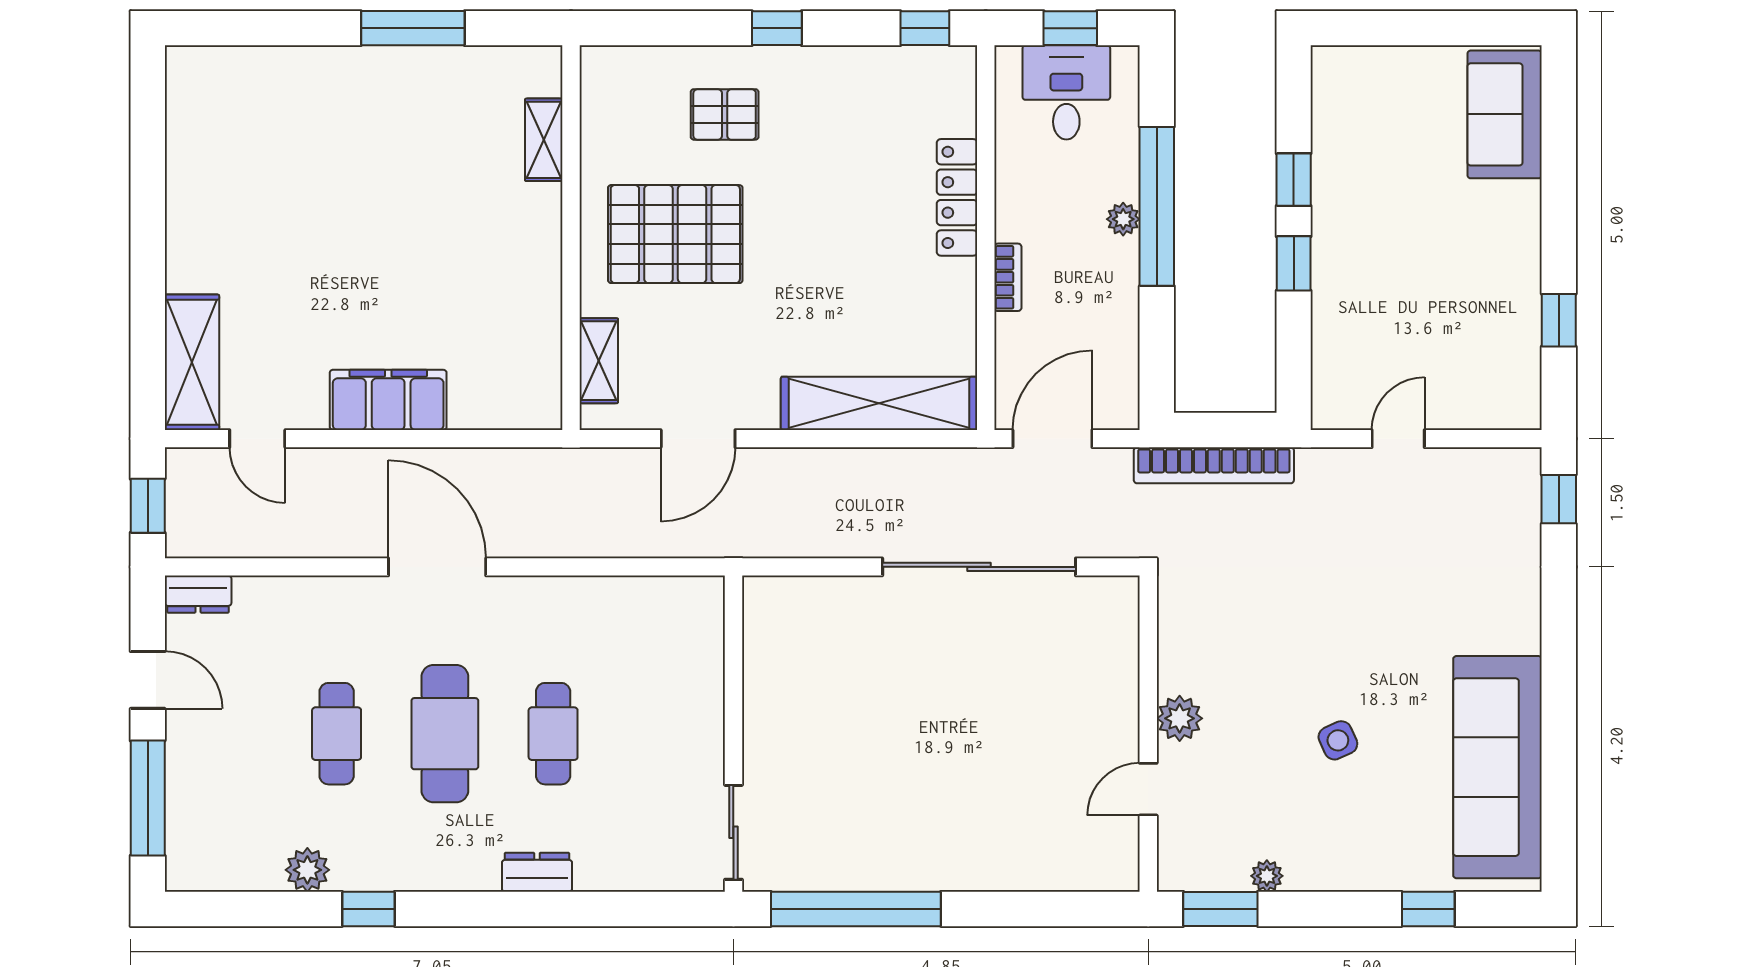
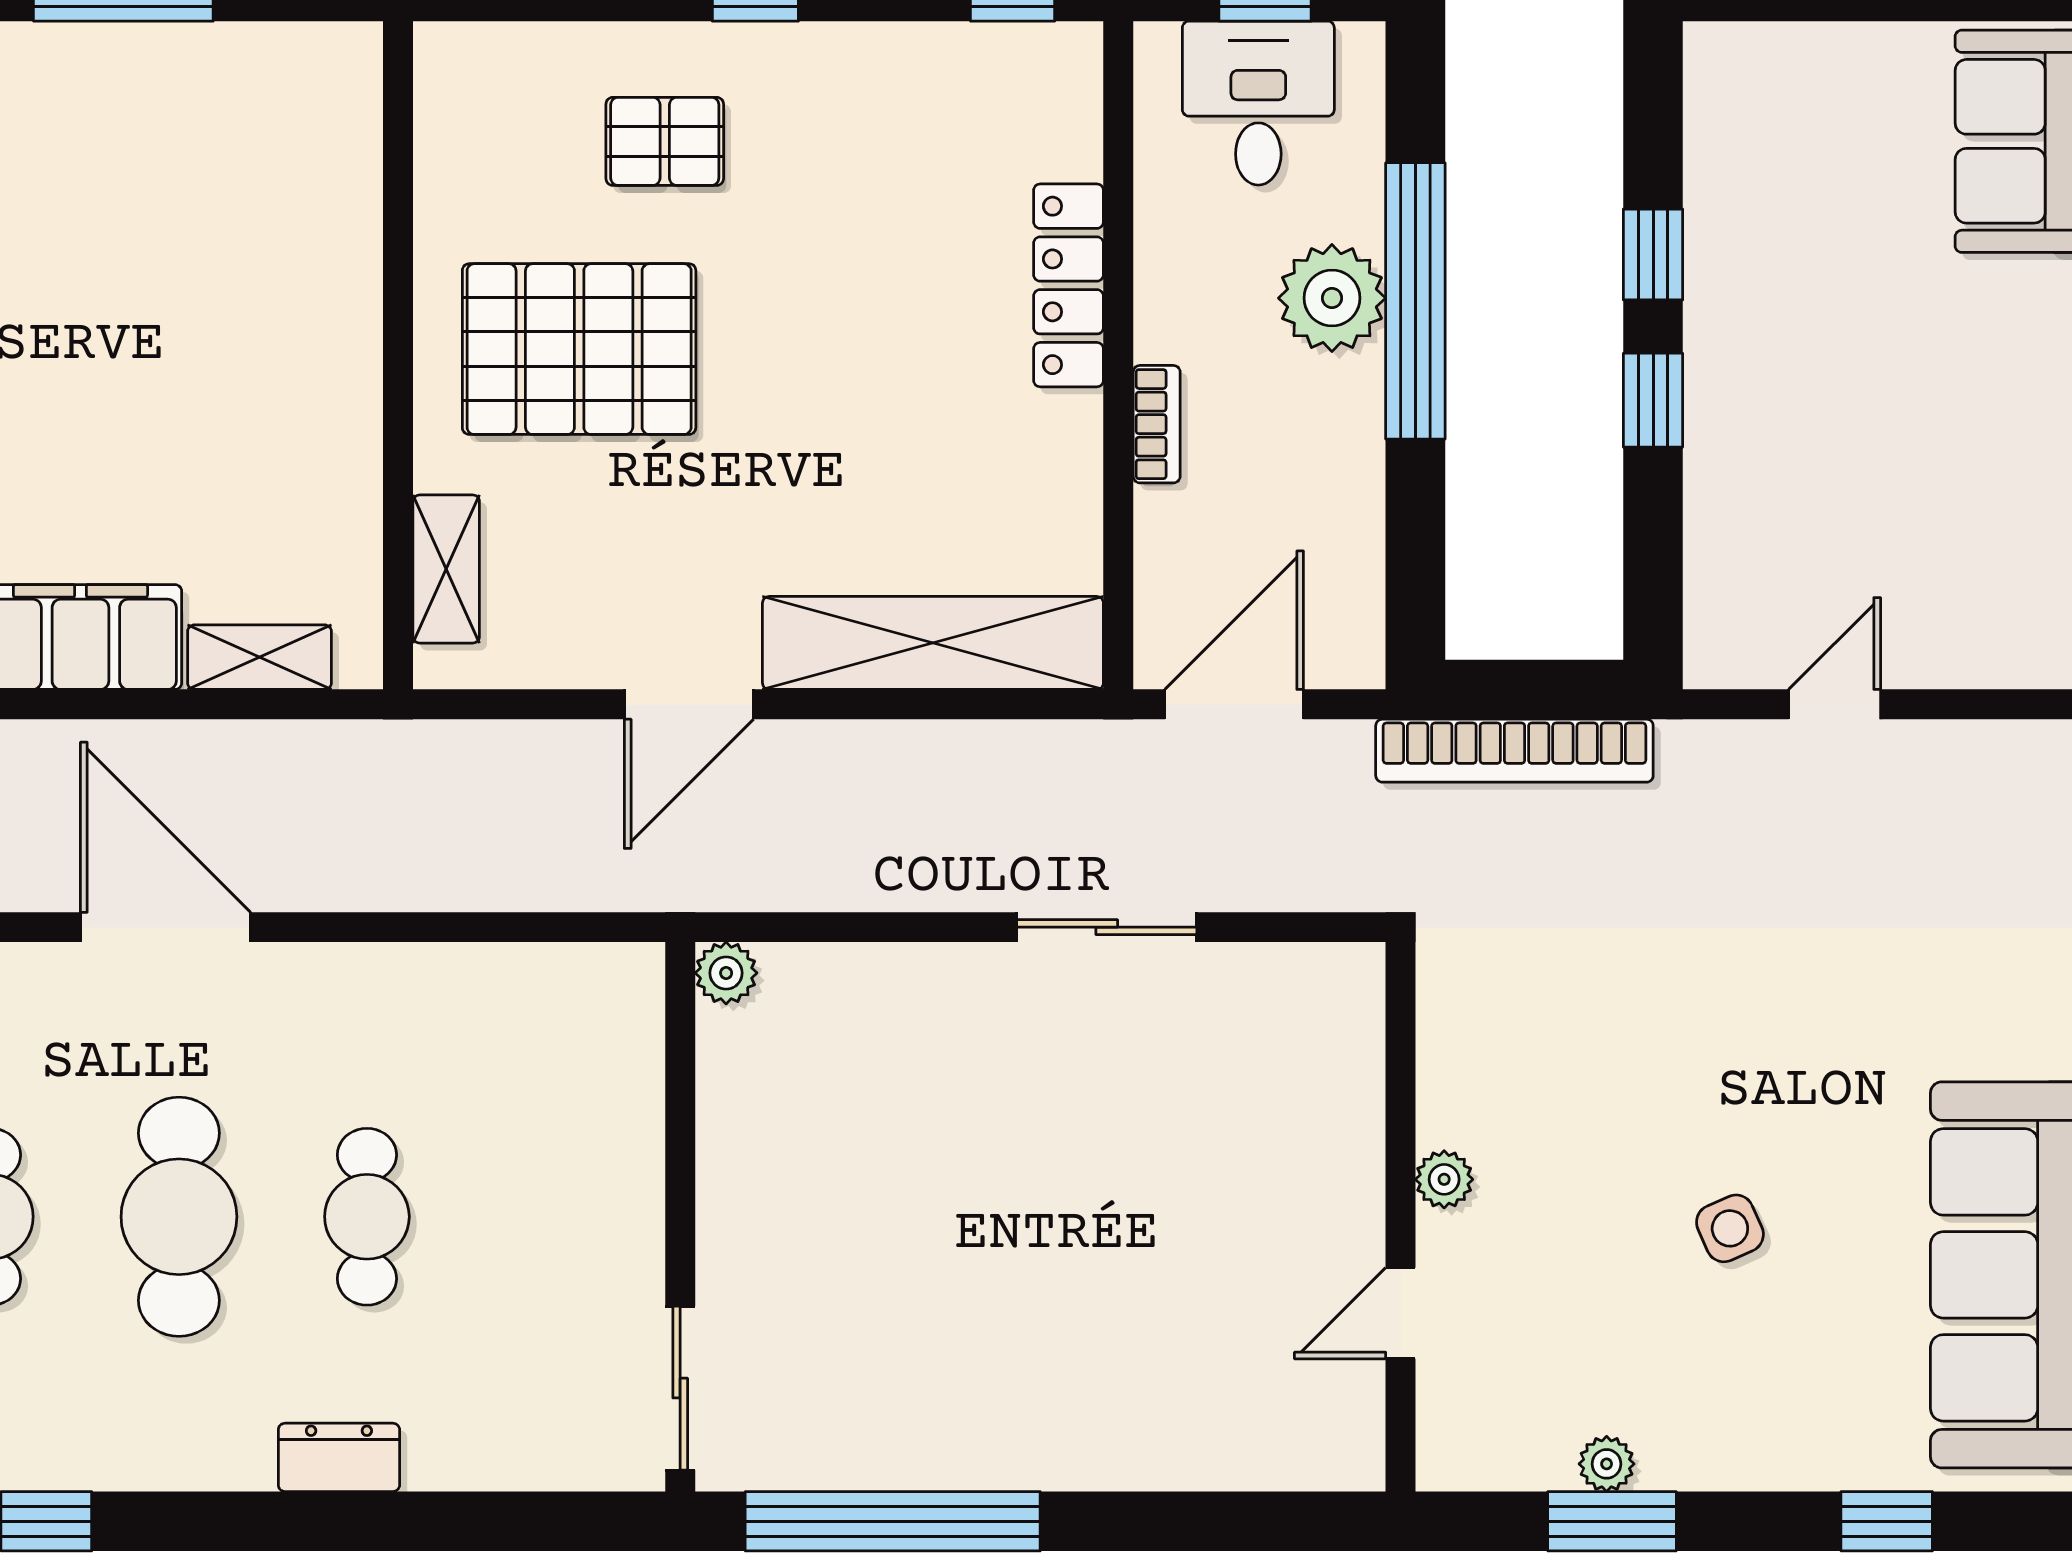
shelving: (544, 140) -> (259, 657), moved, turned 90
plant: (1123, 219) -> (1332, 298), width x1.88, depth x1.88
door: (698, 439) -> (689, 704), moved
sliding door: (979, 567) -> (1107, 927), width x0.54
plant: (760, 593) -> (726, 973), added
plant: (1180, 718) -> (1444, 1179), width x0.73, depth x0.73
window: (1220, 909) -> (1612, 1521), moved

